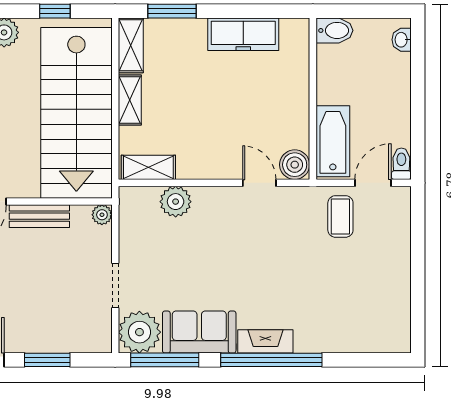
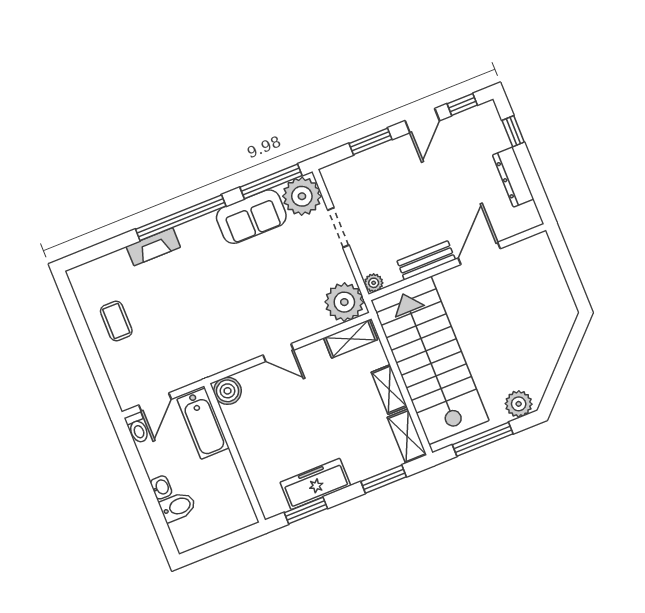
window: (55, 11) -> (483, 439), width x2.17
window: (264, 11) -> (306, 510), added
bidet: (334, 30) -> (178, 507), moved, turned 180
washbasin: (402, 40) -> (161, 487), moved
door: (259, 183) -> (278, 353), moved
plant: (176, 202) -> (344, 302), moved, width x1.36, depth x1.36
coffee table: (340, 216) -> (116, 321), moved
fireplace: (265, 341) -> (153, 247), moved

